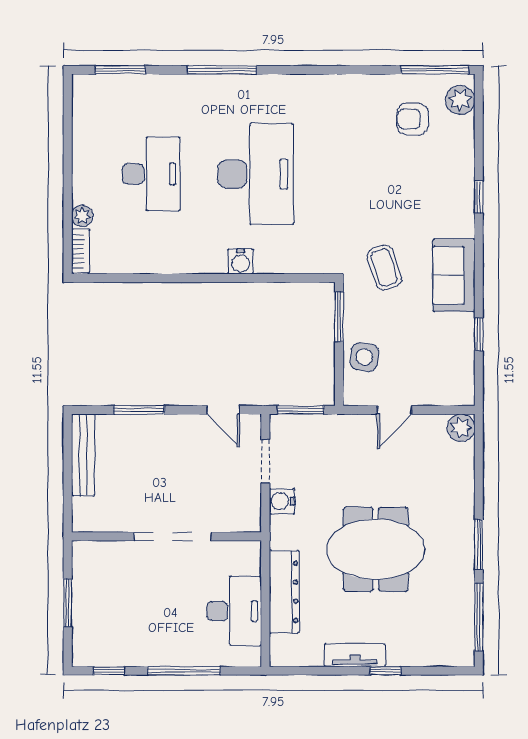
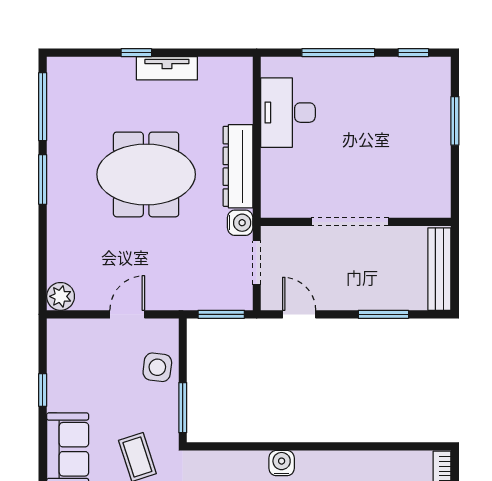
wall: (167, 536) -> (356, 222), moved
doorway: (172, 536) -> (350, 222), moved
dresser: (284, 592) -> (238, 166), moved

